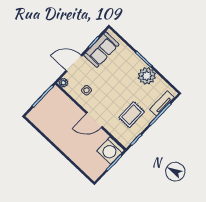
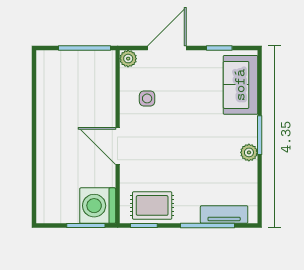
sofa: (101, 50) -> (240, 85), moved, turned 90
door: (74, 63) -> (167, 48), hinge flipped
plant: (147, 76) -> (249, 152), width x0.53, depth x0.53
rug: (132, 115) -> (152, 205), moved

